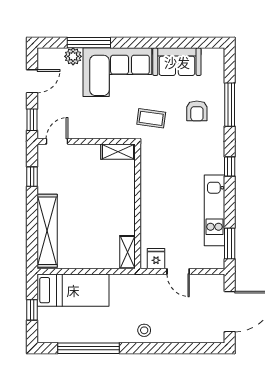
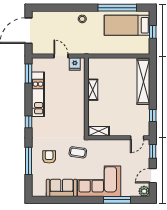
plant: (73, 56) -> (144, 191), moved
shelving: (127, 252) -> (93, 90), moved
bed: (73, 290) -> (127, 25), moved

